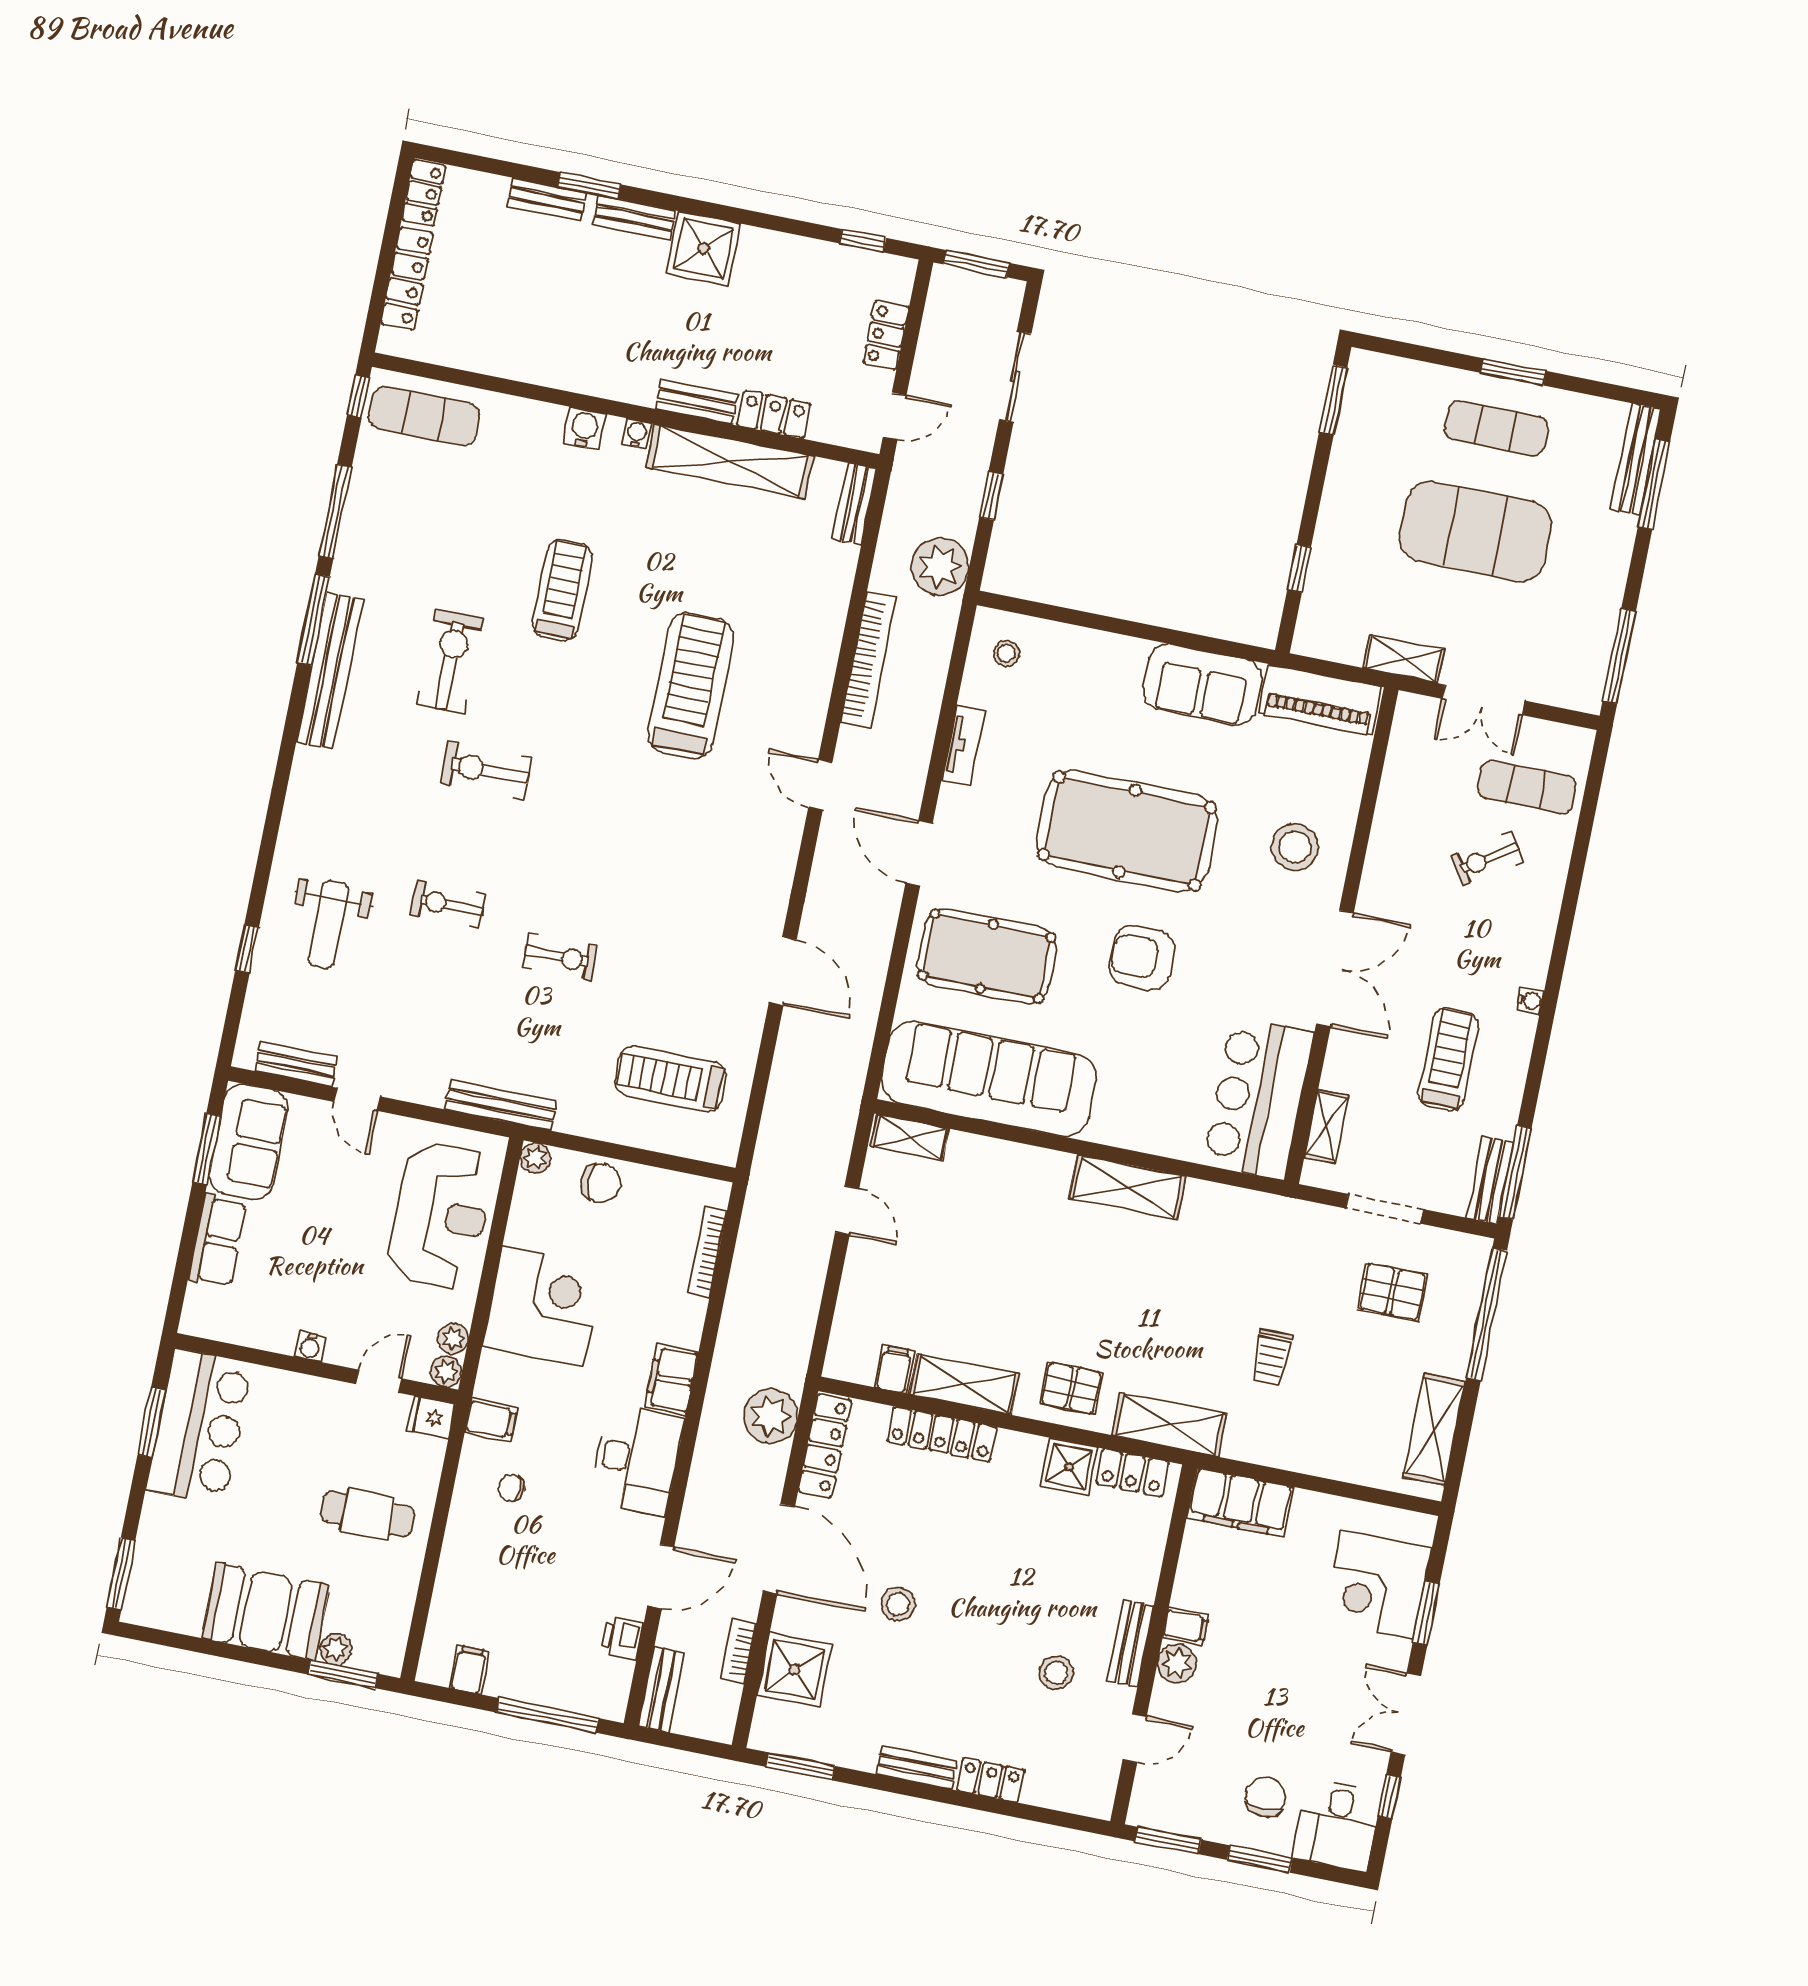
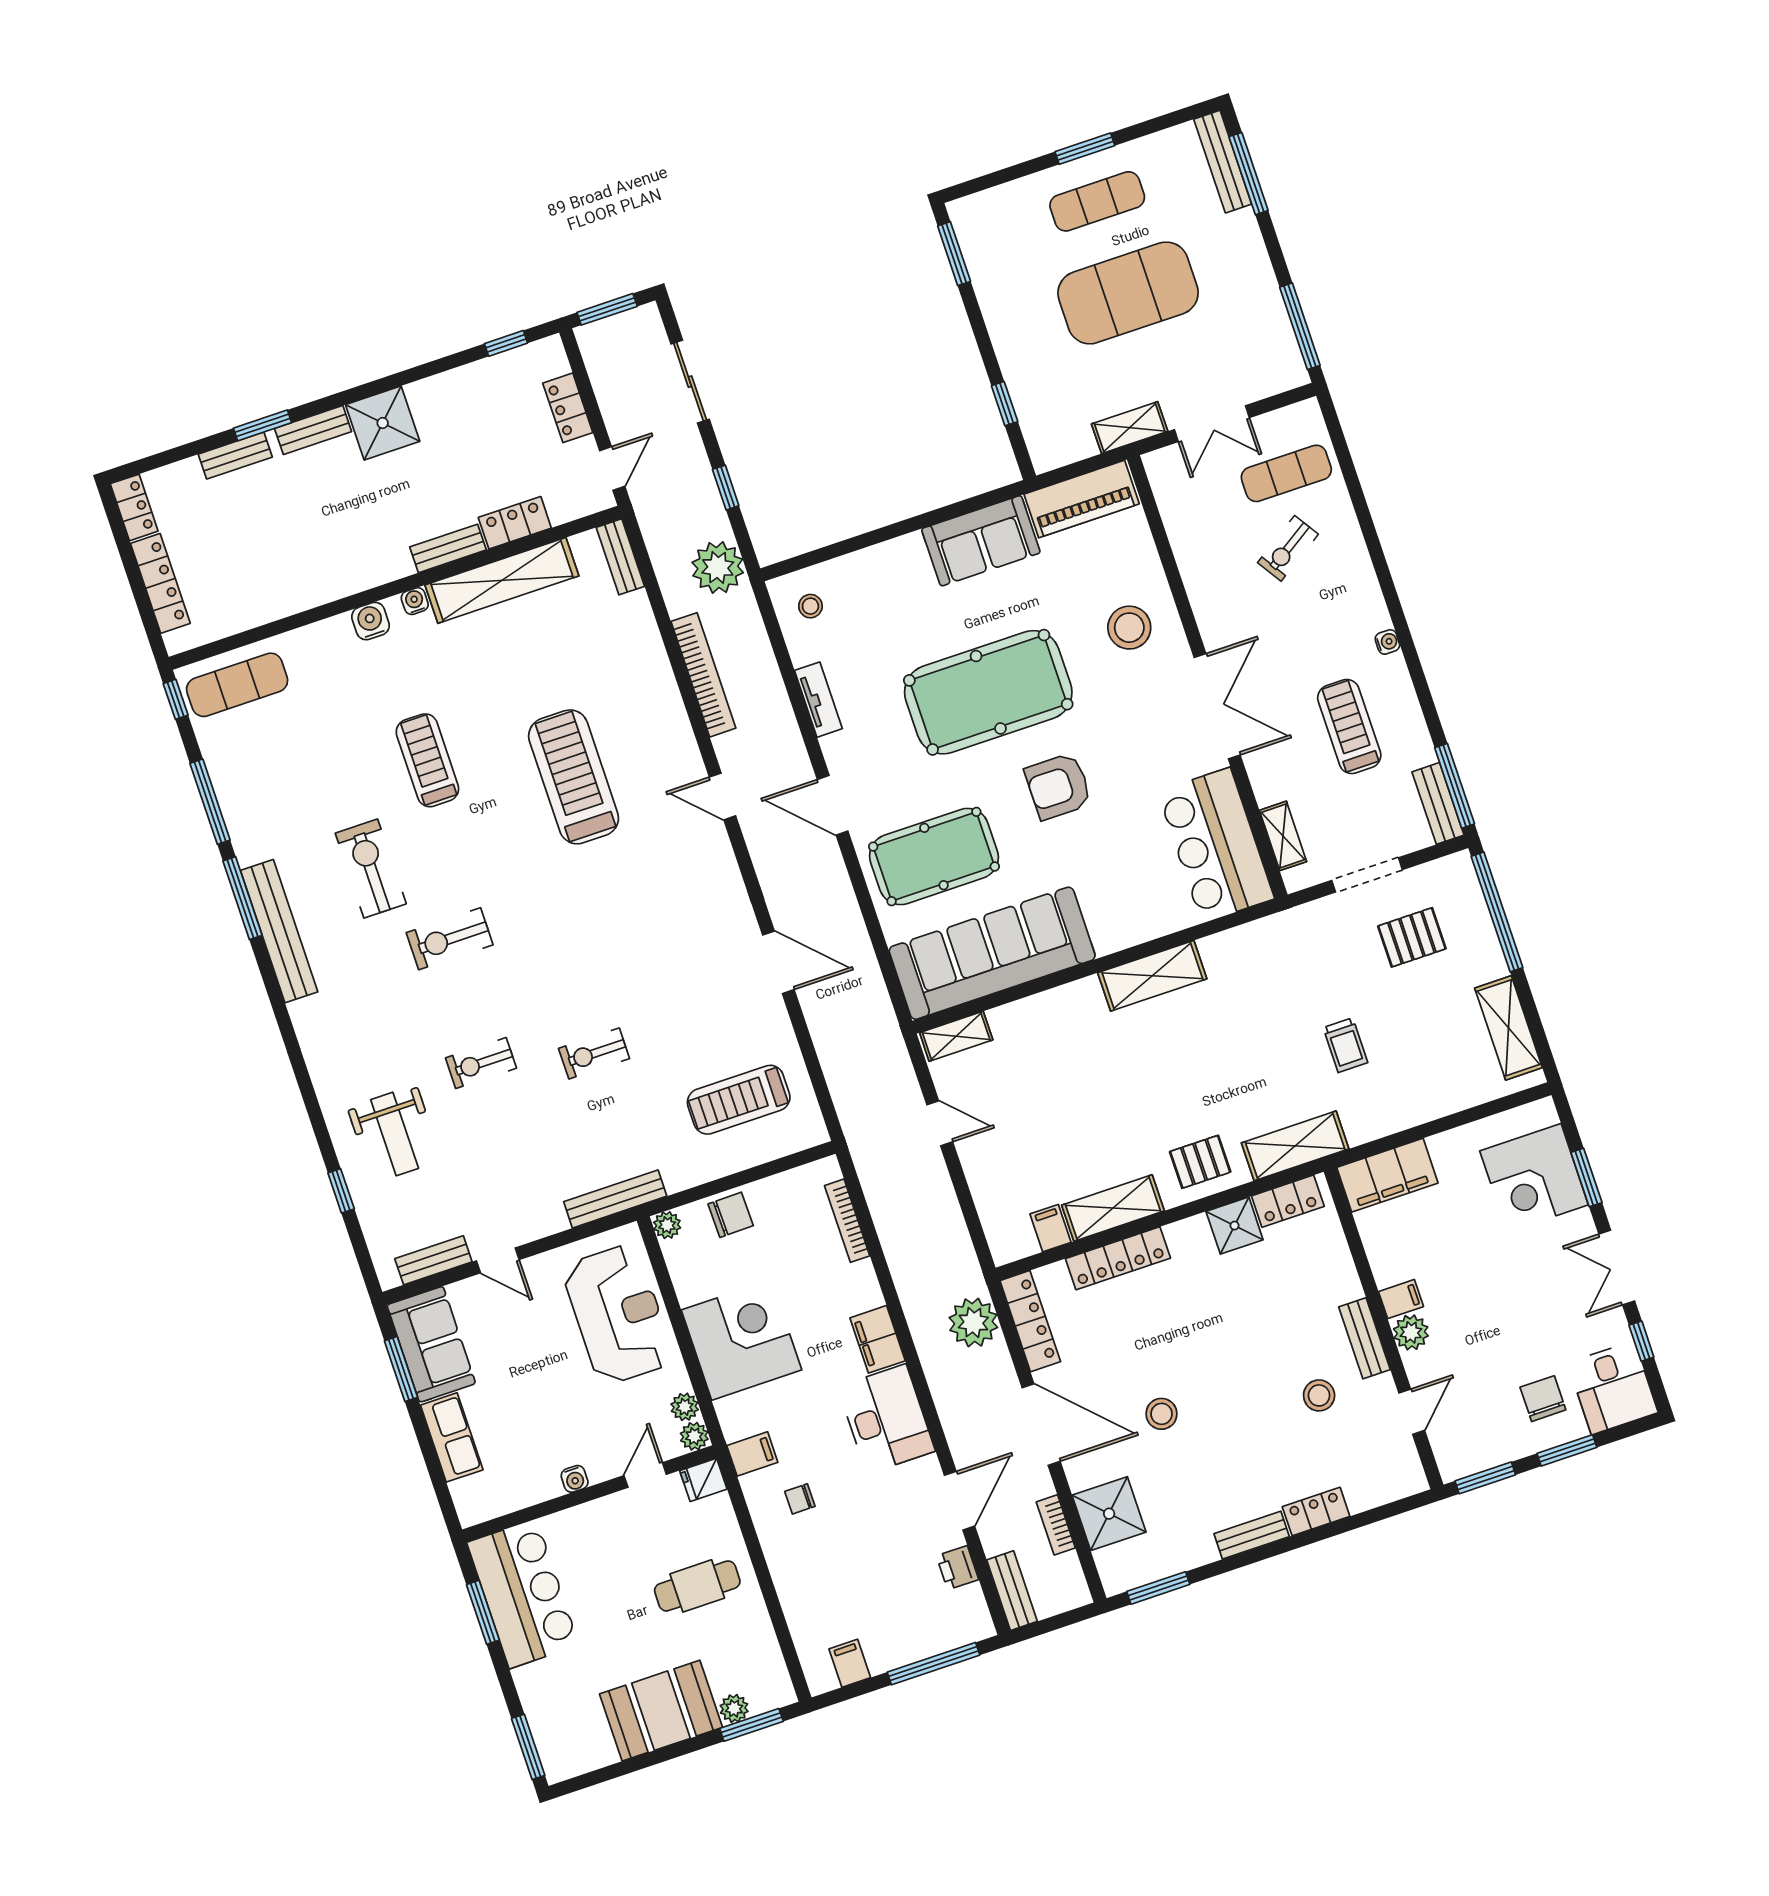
exercise bike: (560, 957) -> (594, 1053), turned 180

